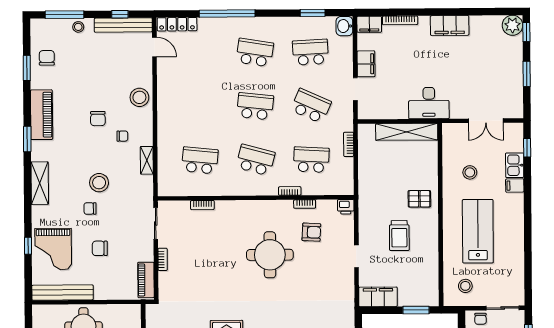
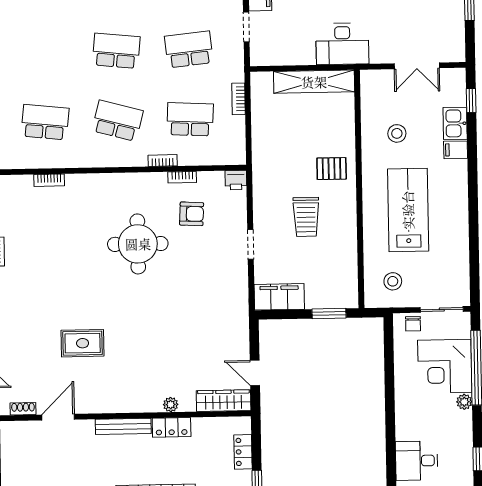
school desk: (311, 106) -> (189, 49), turned -30

